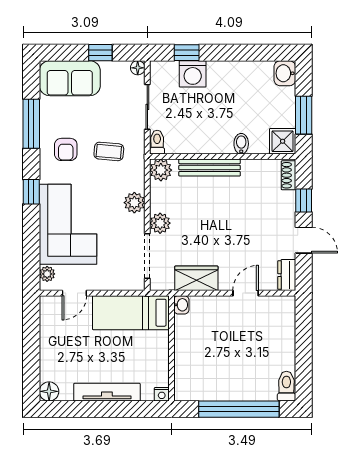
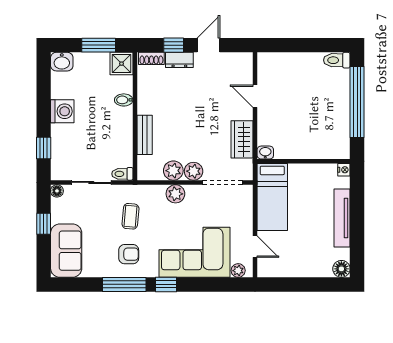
washing machine: (193, 74) -> (62, 111), moved
window: (31, 124) -> (124, 284), moved
bench: (210, 168) -> (145, 135), width x0.73
plant: (161, 170) -> (173, 171), moved
dresser: (287, 275) -> (179, 60), moved

